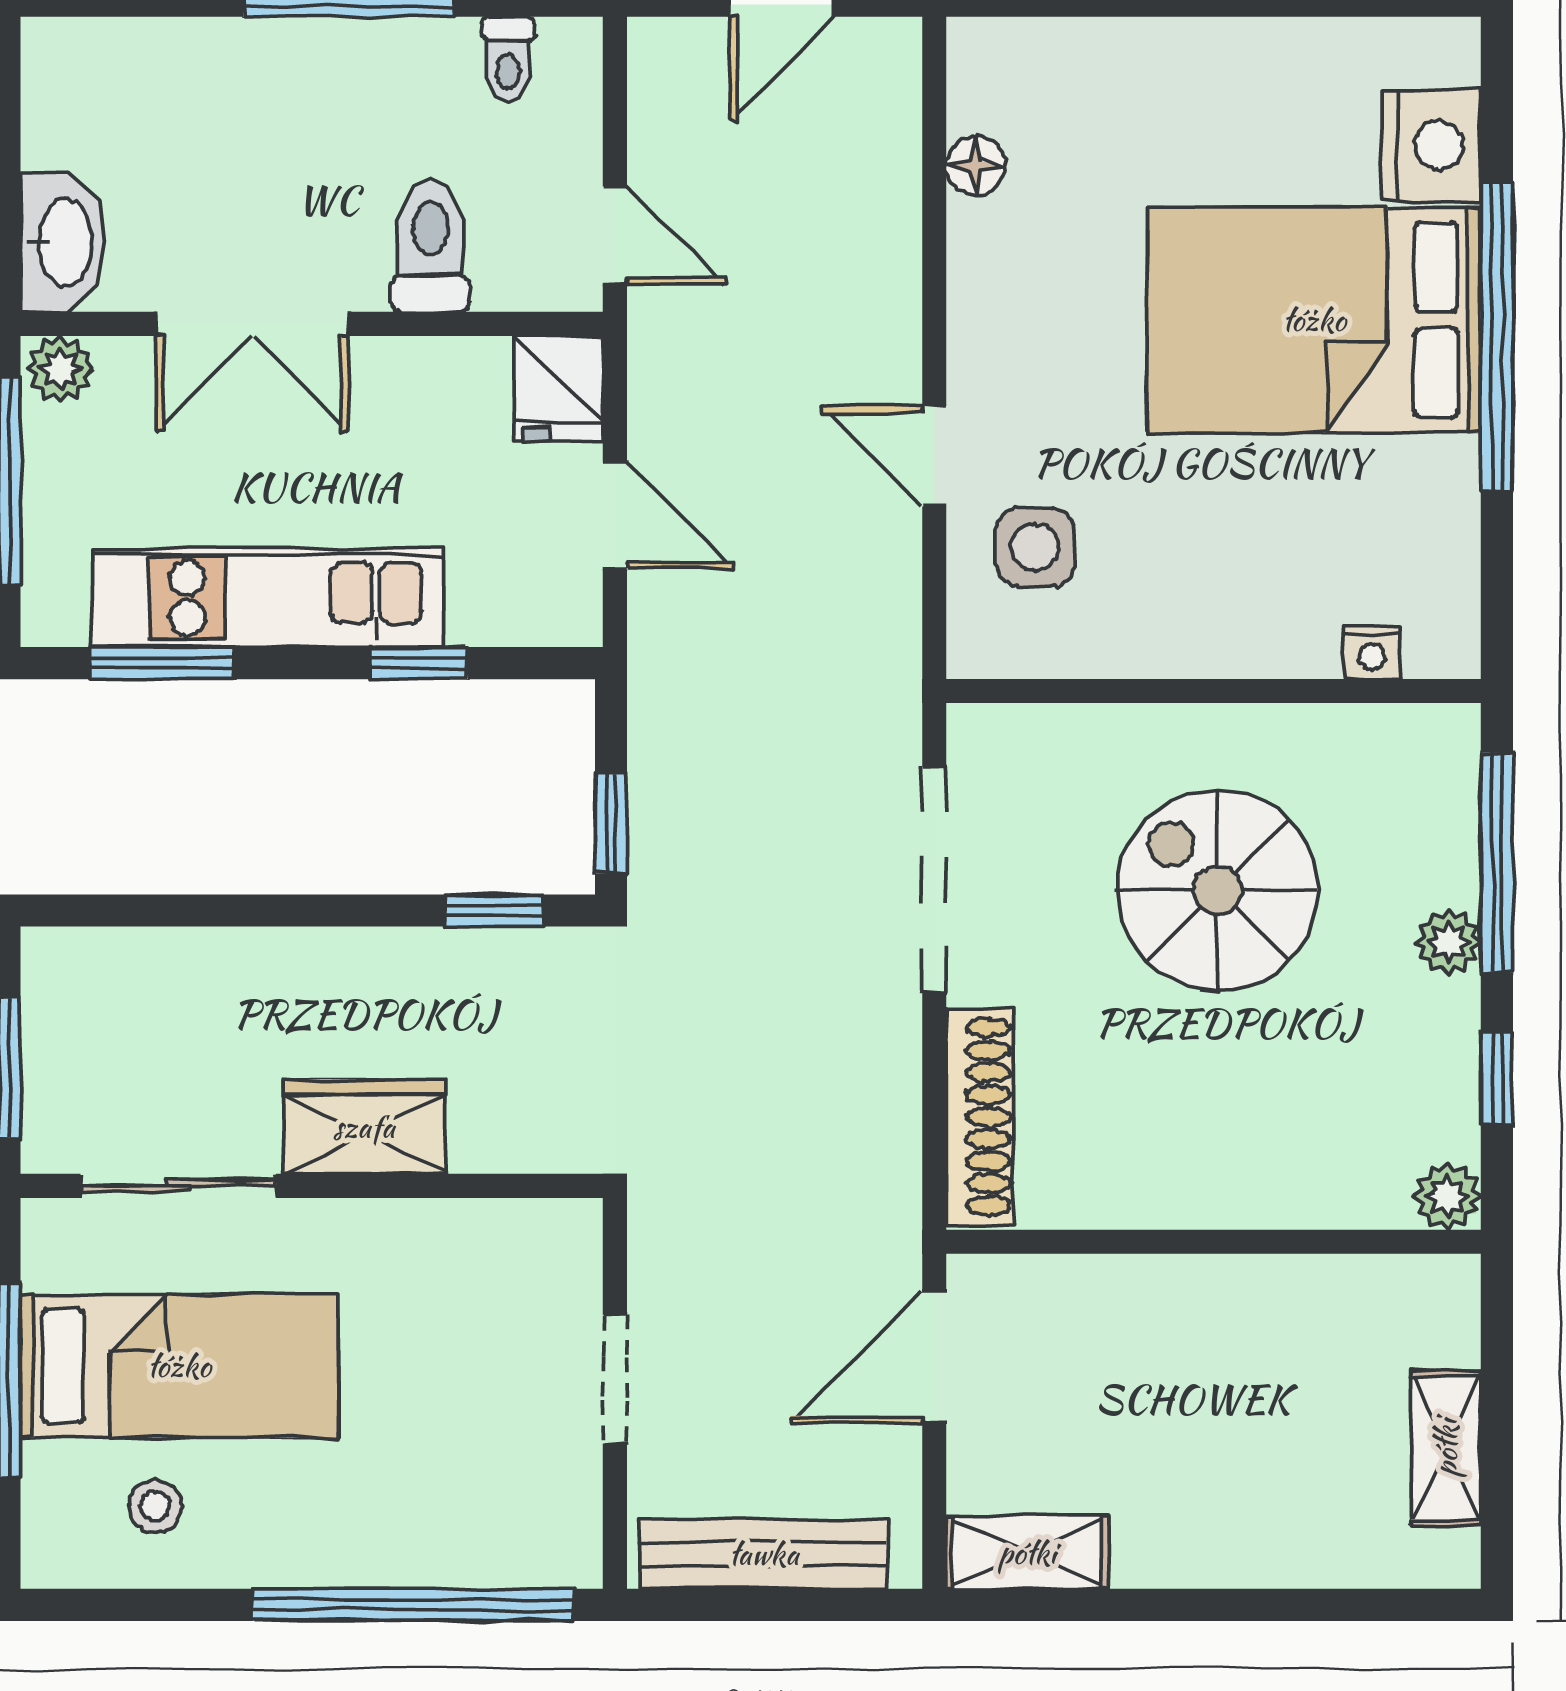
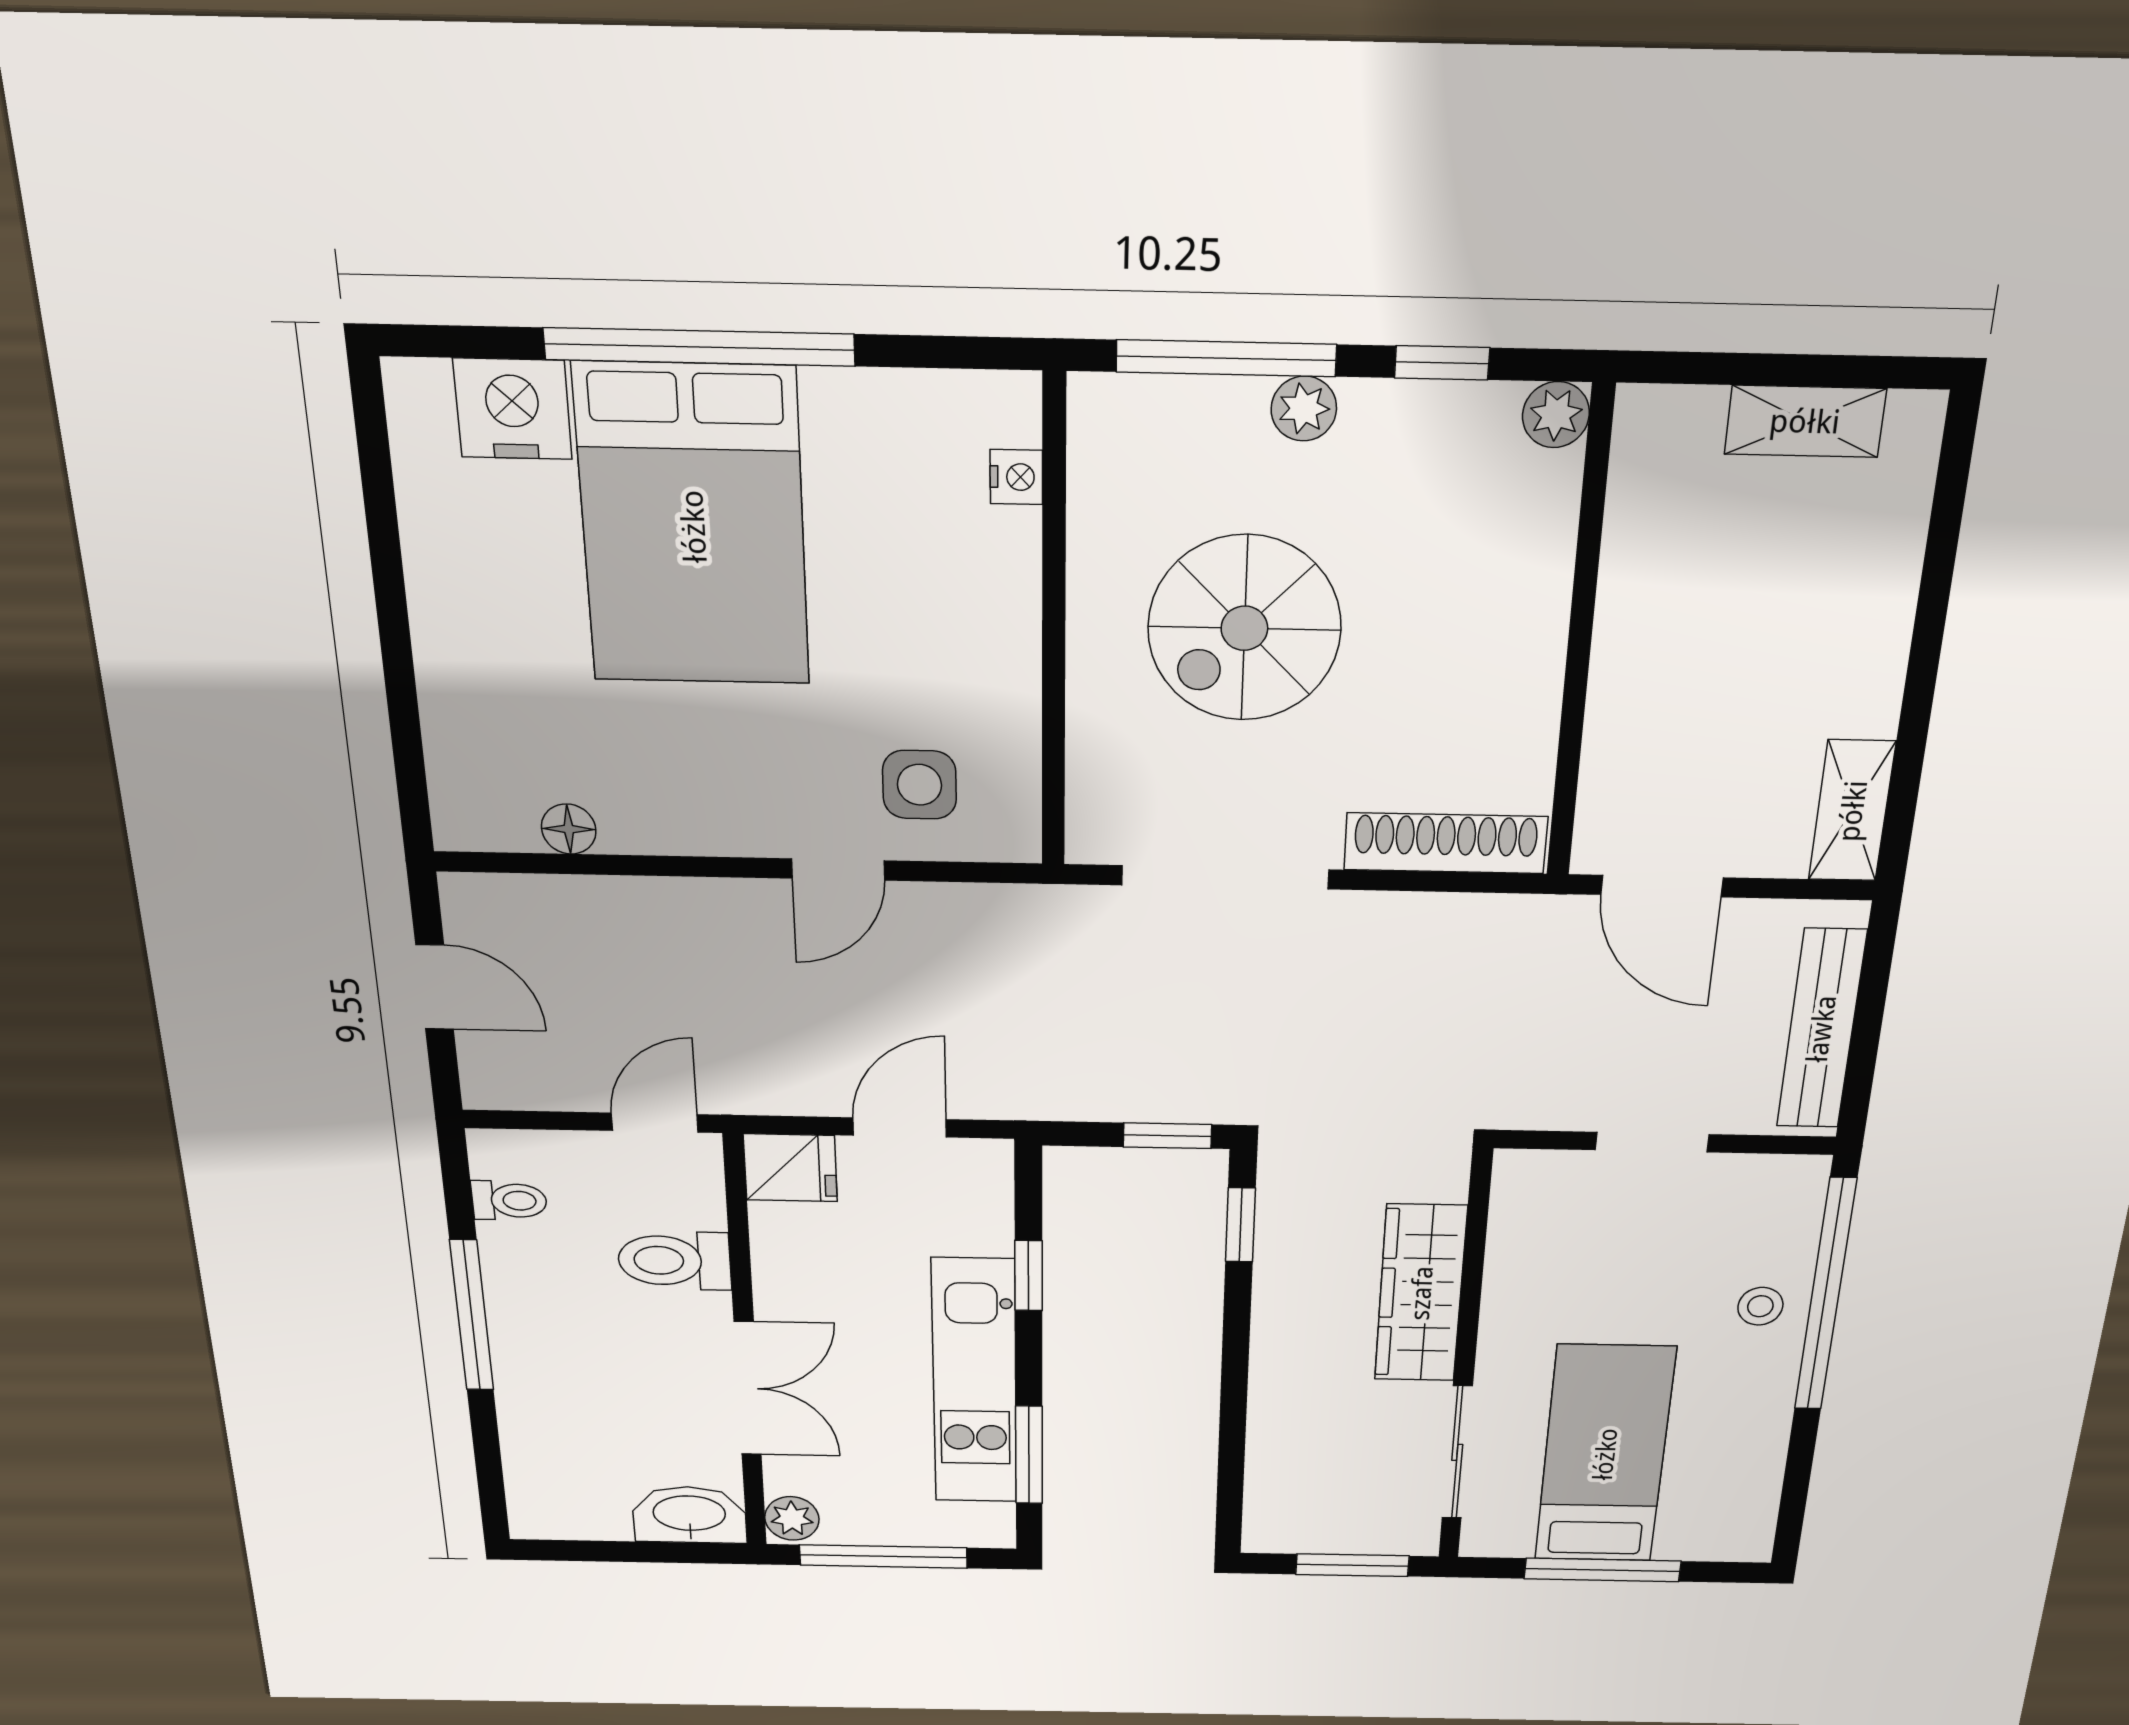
wardrobe: (364, 1127) -> (1421, 1293), width x1.50
stool: (155, 1506) -> (1760, 1306), moved

